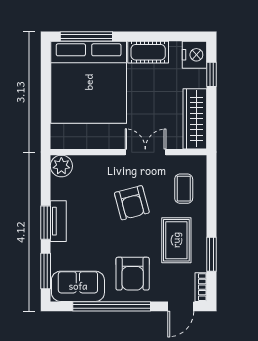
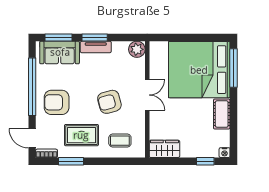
nightstand: (194, 55) -> (225, 153), width x0.53, depth x0.56
wardrobe: (195, 119) -> (164, 149), width x0.67
double door: (145, 152) -> (147, 95), moved
sofa: (78, 286) -> (60, 52), moved, turned 90

